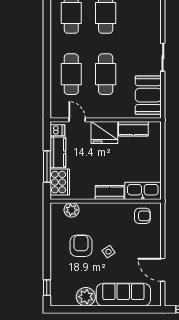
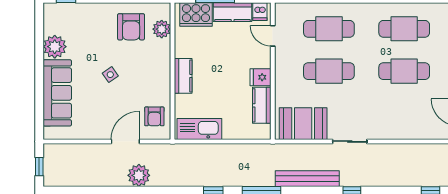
door: (77, 120) -> (273, 36), swing flipped
fridge: (104, 132) -> (261, 77), width x0.53, depth x0.75
kitchen sink: (143, 191) -> (199, 129), moved, turned -90
armchair: (81, 246) -> (131, 27), moved, turned 90
door: (163, 270) -> (125, 141), moved

